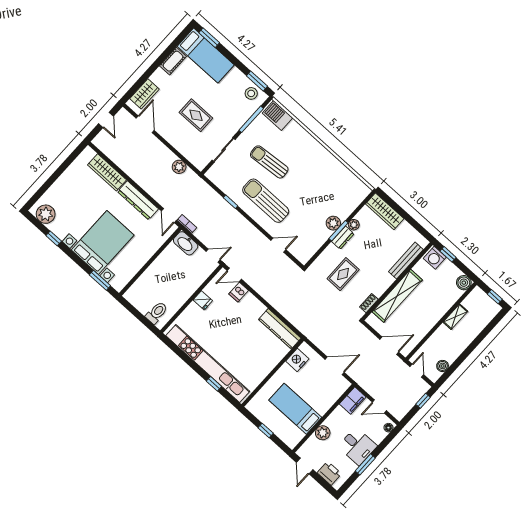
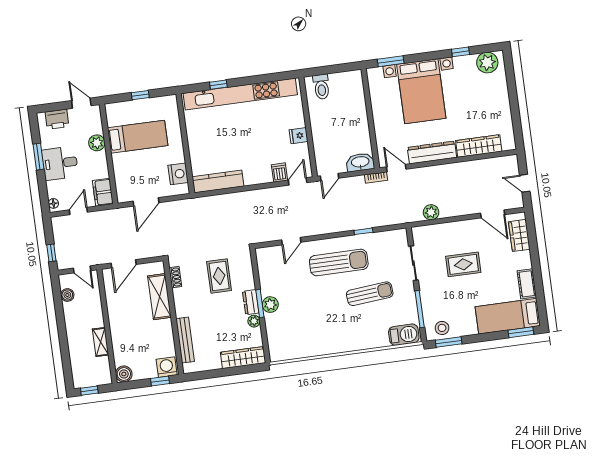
shelving: (397, 296) -> (160, 297), width x0.68

